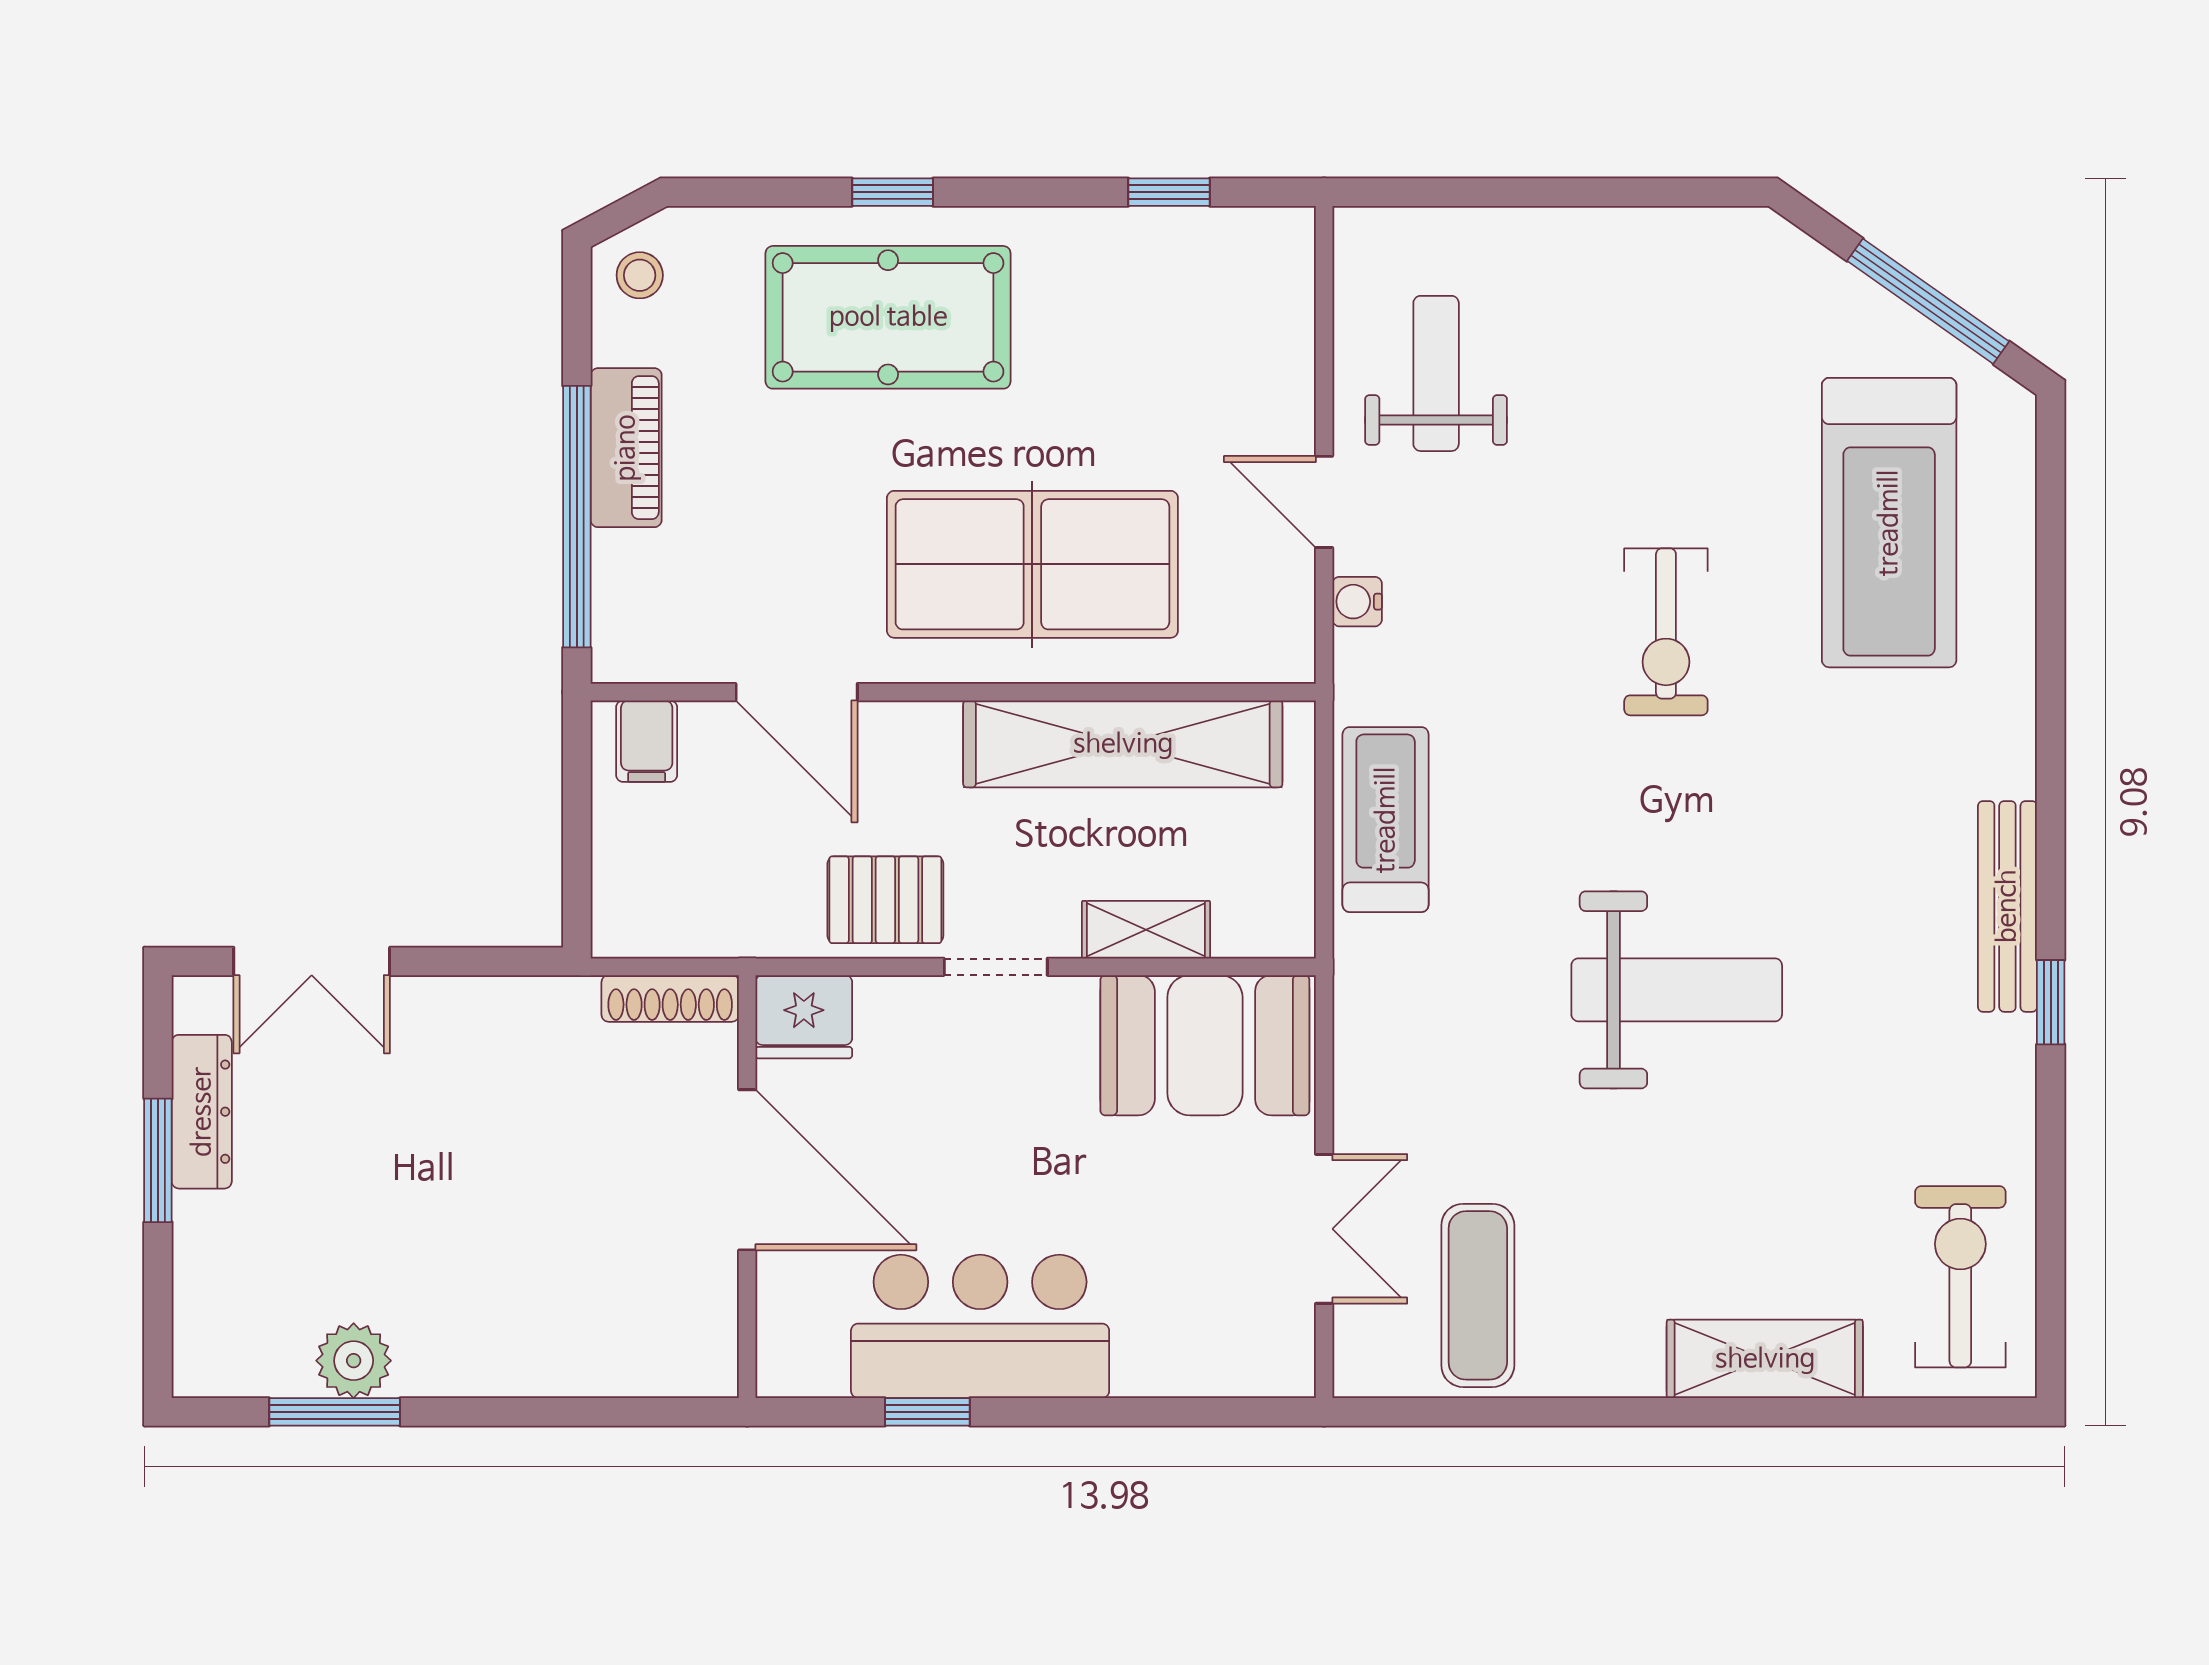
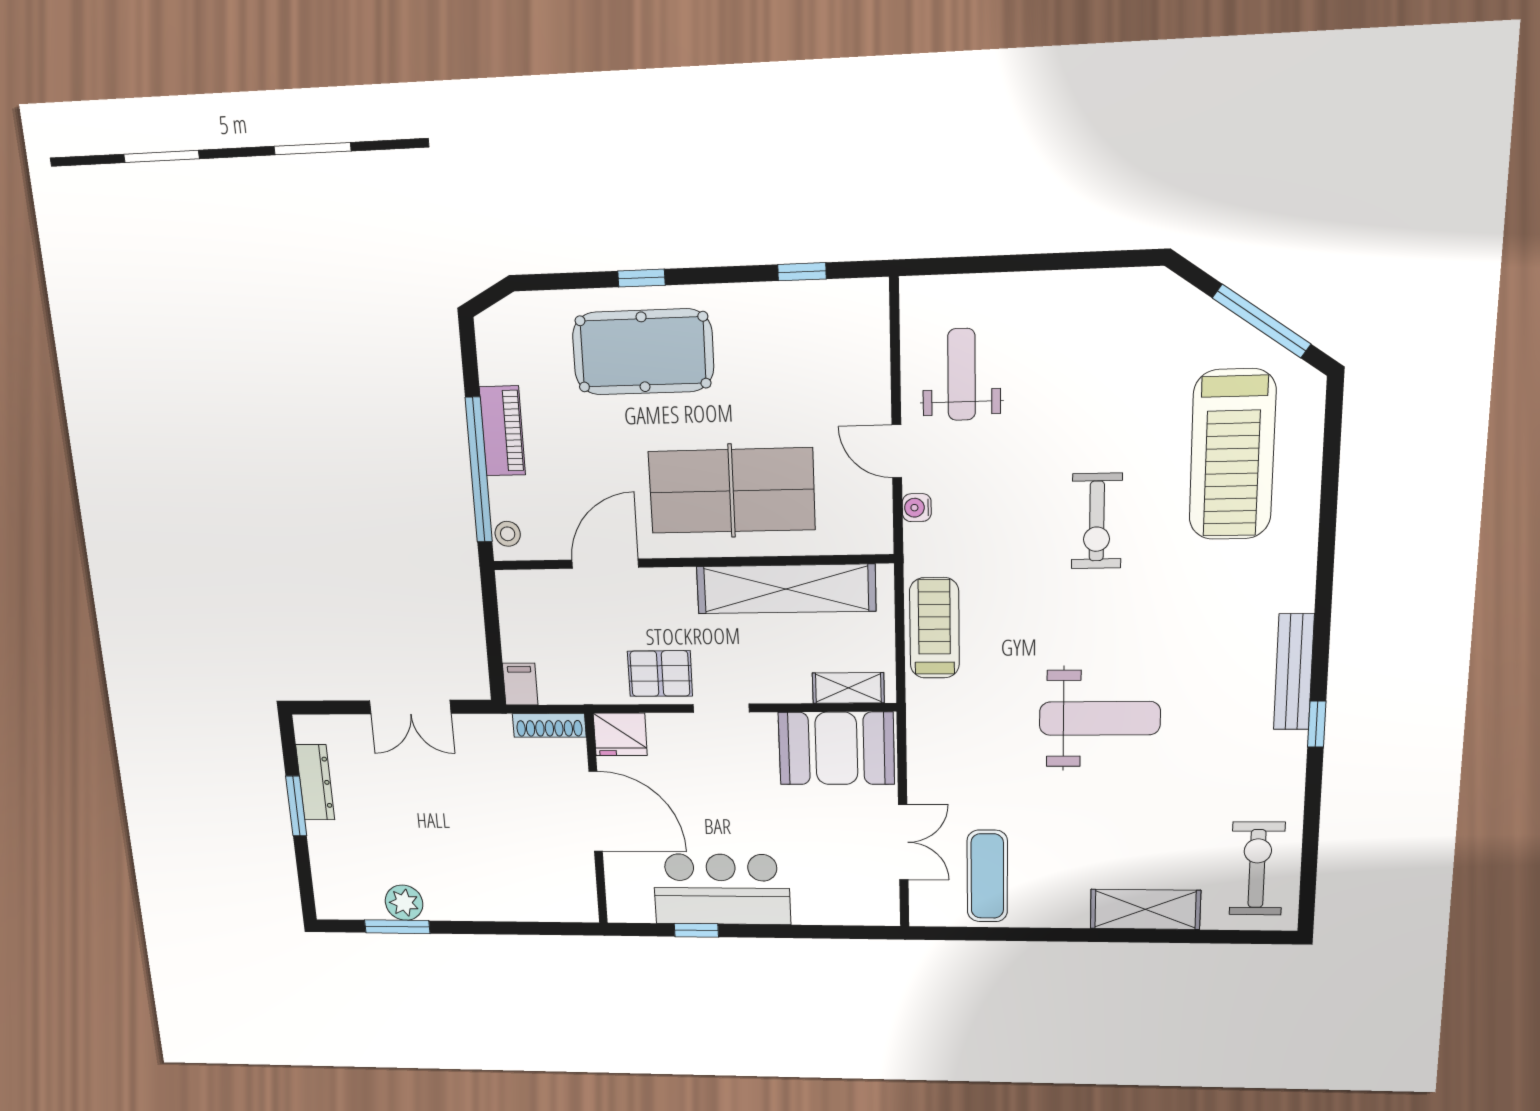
stool: (640, 275) -> (508, 534), moved
door: (797, 692) -> (605, 564), swing flipped
filing cabinet: (647, 741) -> (520, 684), moved, turned 180
shelving: (1146, 930) -> (848, 688), moved
double door: (312, 961) -> (410, 707), moved

